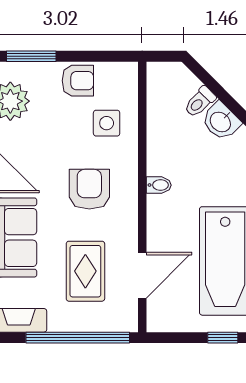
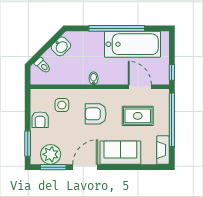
armchair: (78, 81) -> (40, 120), turned 180
toilet: (200, 102) -> (43, 65), moved
window: (223, 338) -> (172, 72), moved

